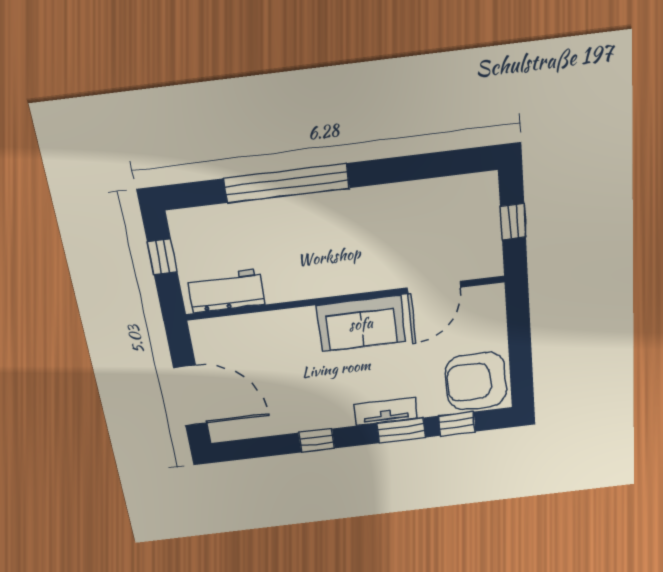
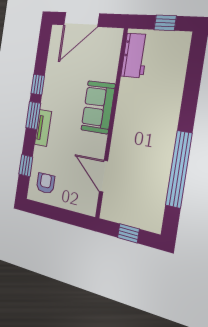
window: (287, 183) -> (179, 169), moved
sofa: (361, 324) -> (98, 107), moved
armchair: (476, 381) -> (46, 183), width x0.53, depth x0.53
window: (401, 430) -> (33, 115), moved

